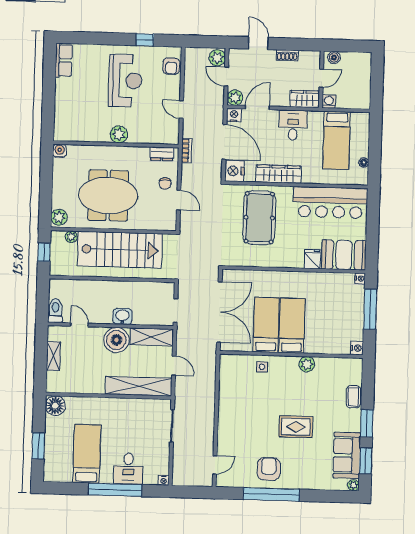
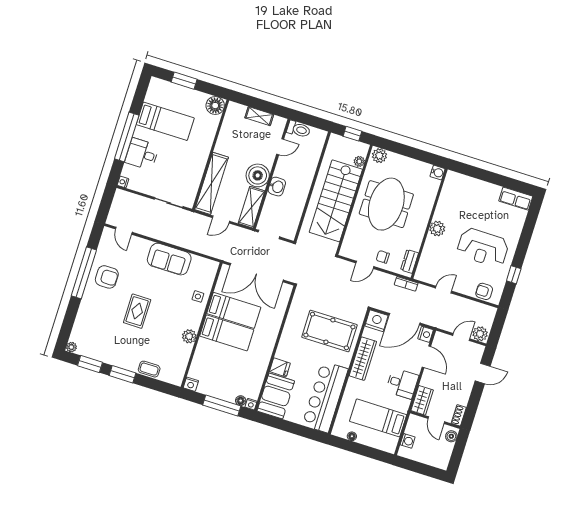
shoe rack: (287, 55) -> (459, 415), moved
plant: (235, 98) -> (441, 339), removed
washing machine: (329, 102) -> (408, 441), moved
floor lamp: (359, 291) -> (241, 401), added
sofa: (347, 455) -> (169, 259), moved, turned 180

